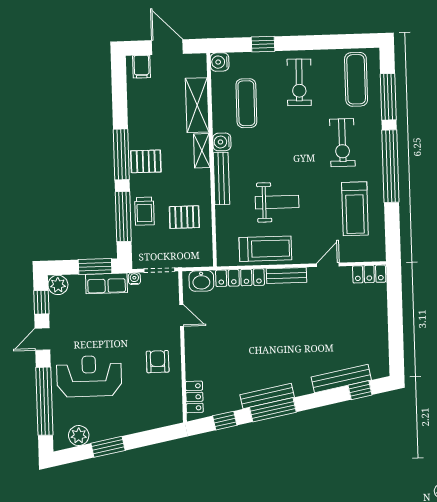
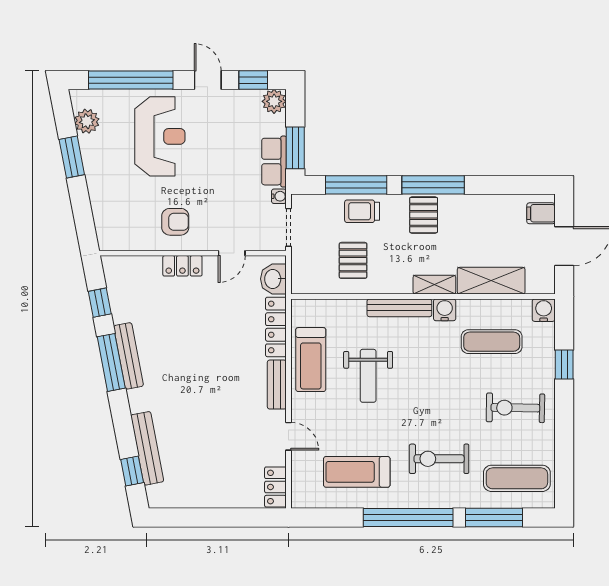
locker: (194, 397) -> (182, 266), moved

